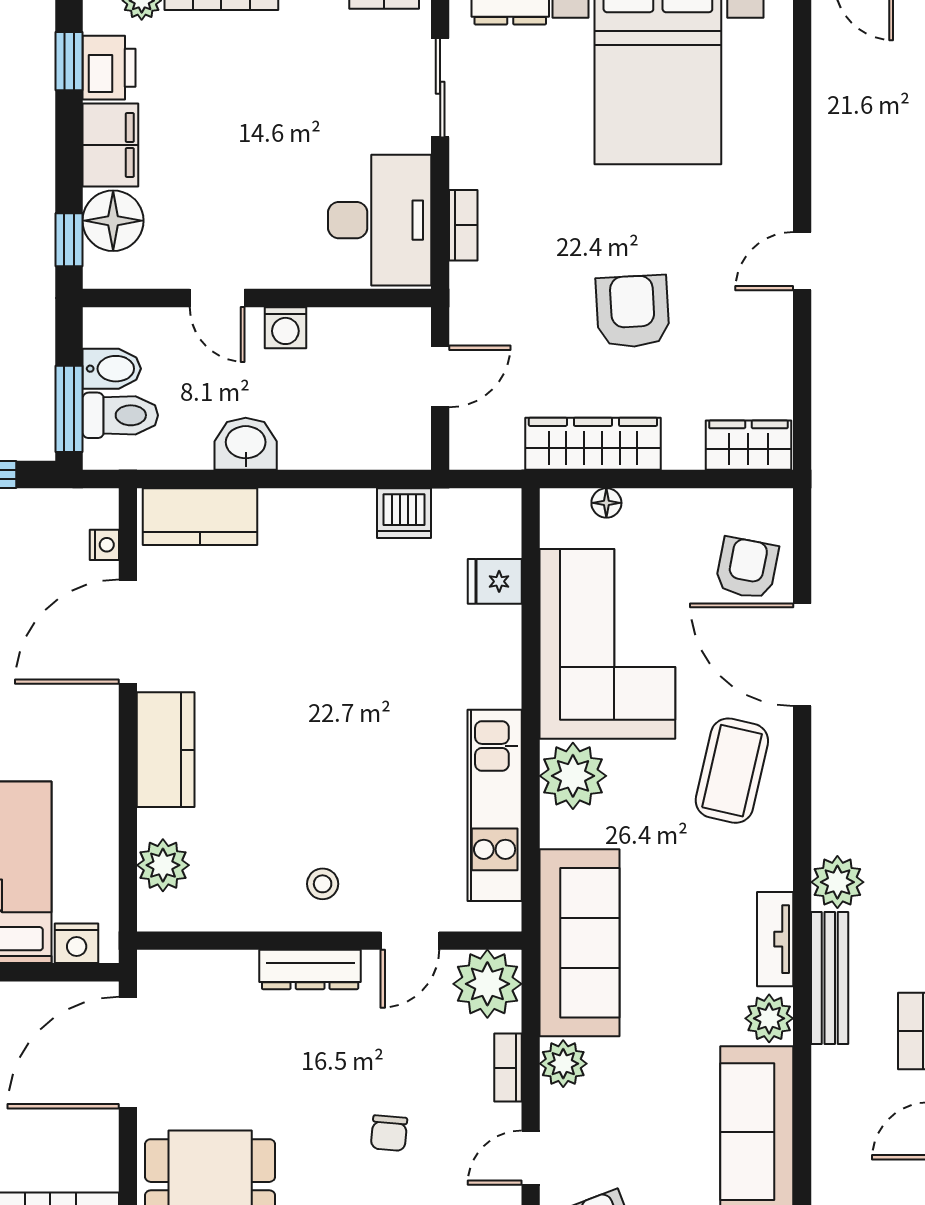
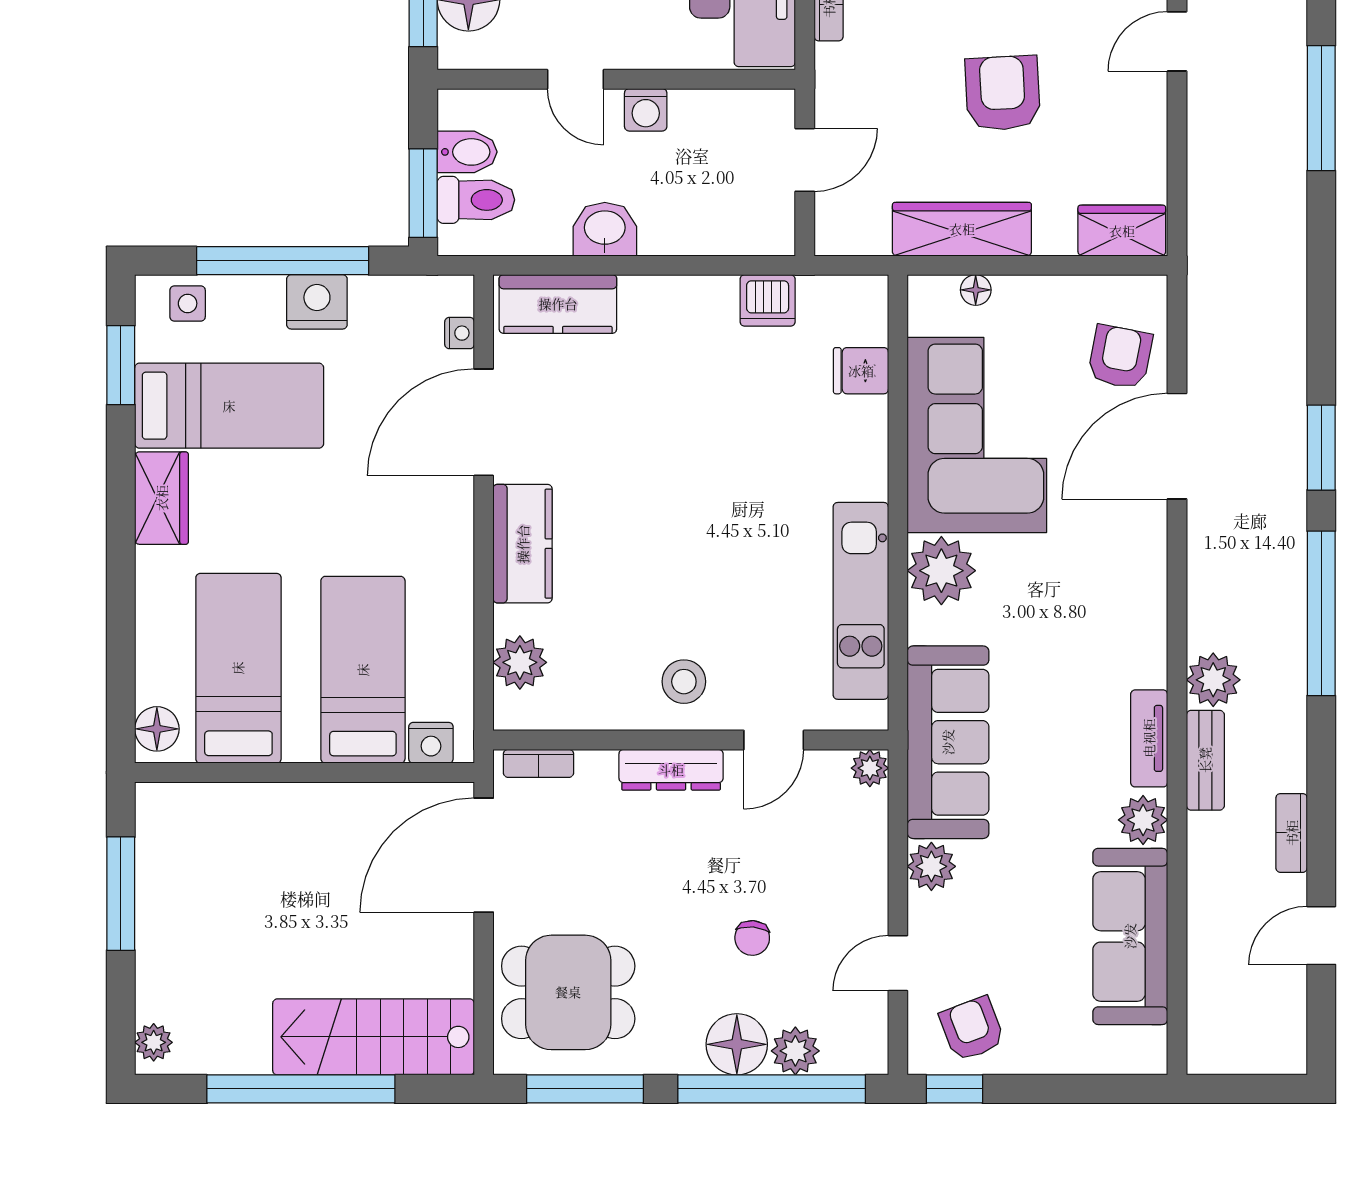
door: (802, 655) -> (1177, 446), hinge flipped
coffee table: (732, 771) -> (1105, 565), removed
stool: (323, 884) -> (684, 682), width x1.37, depth x1.37
bench: (830, 978) -> (1205, 760), width x0.73
plant: (487, 984) -> (870, 768), width x0.53, depth x0.53
bookcase: (508, 1068) -> (539, 763), moved, turned -90

